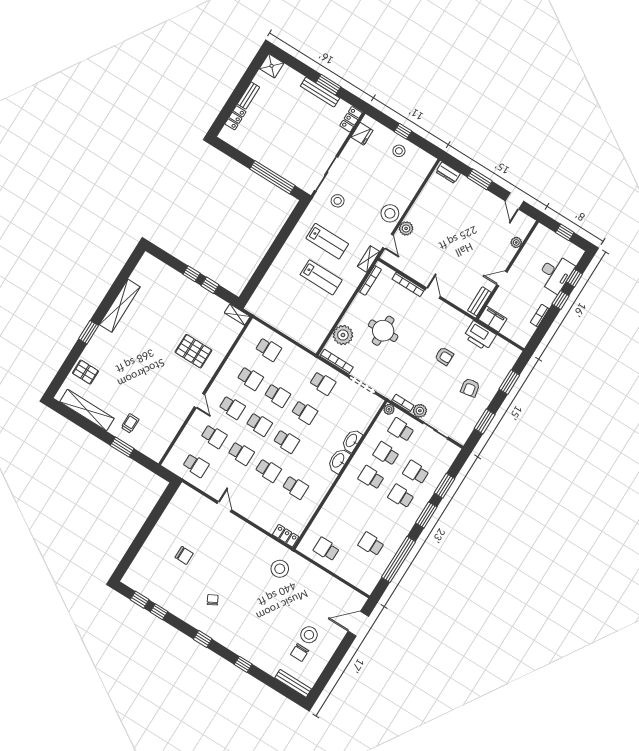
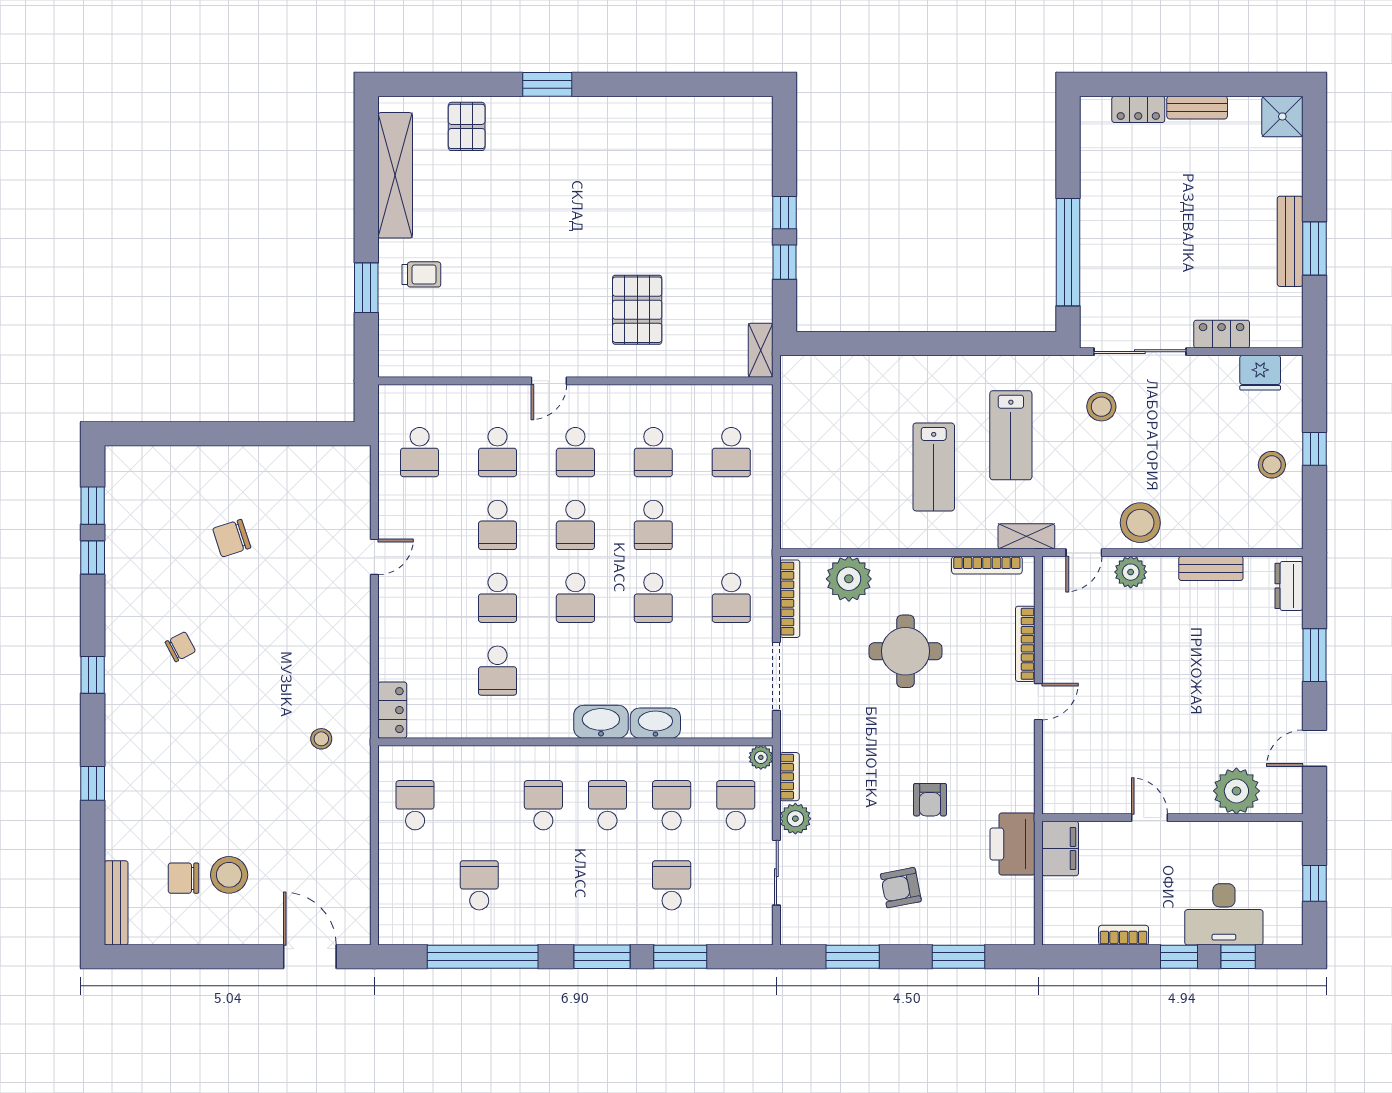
locker: (351, 119) -> (1222, 334), moved
plant: (516, 242) -> (1236, 791), width x1.87, depth x1.87
bench: (480, 301) -> (1211, 568), moved
shelving: (120, 306) -> (636, 113), removed
school desk: (401, 496) -> (543, 805), moved
chair: (184, 555) -> (232, 538), turned 72
stool: (280, 569) -> (321, 739), width x0.53, depth x0.53

